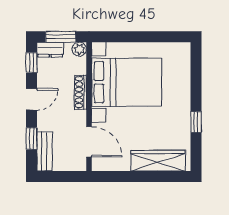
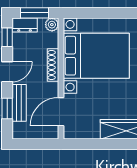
door: (89, 142) -> (61, 112), swing flipped
bench: (44, 151) -> (19, 103), moved

